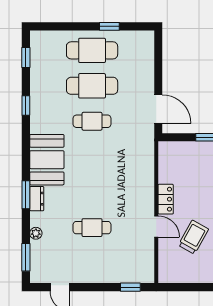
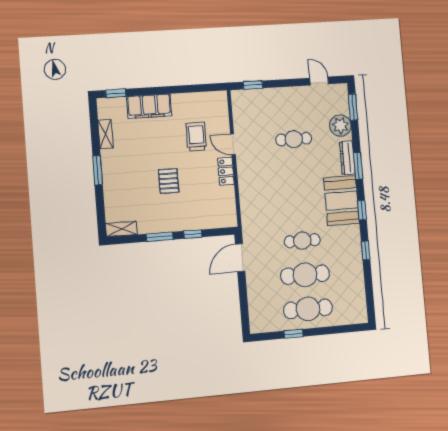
window: (26, 58) -> (362, 210), moved
door: (158, 109) -> (240, 258), hinge flipped
dresser: (37, 199) -> (347, 158), width x1.44
plant: (36, 233) -> (340, 126), width x1.88, depth x1.88
trolley: (193, 237) -> (196, 137), turned 151

